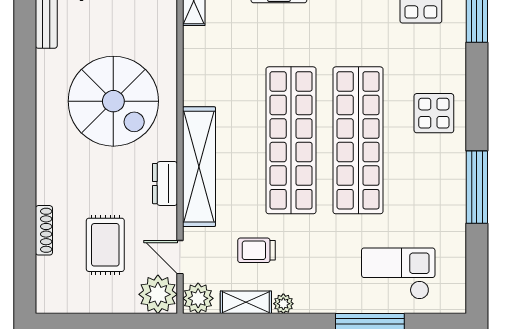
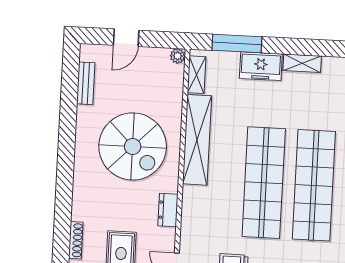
shelving: (199, 167) -> (197, 140), moved

